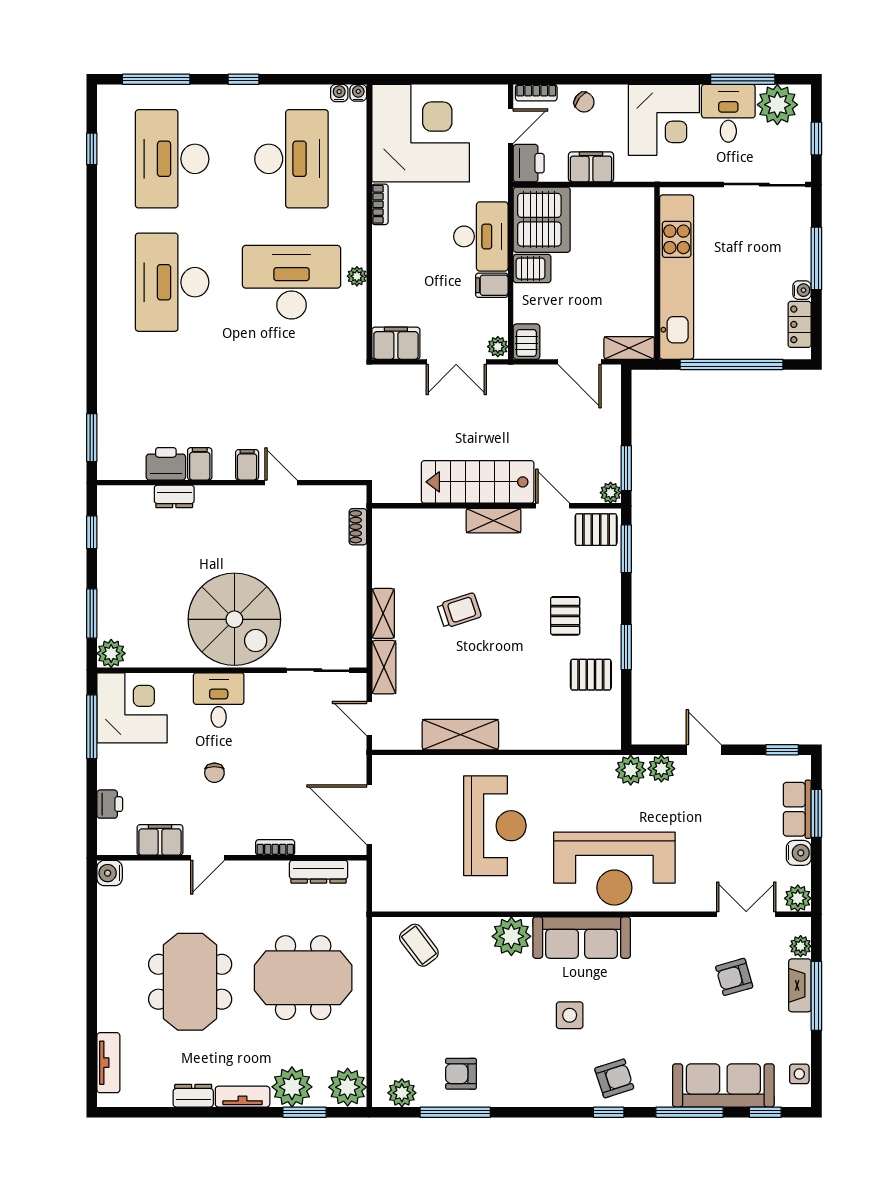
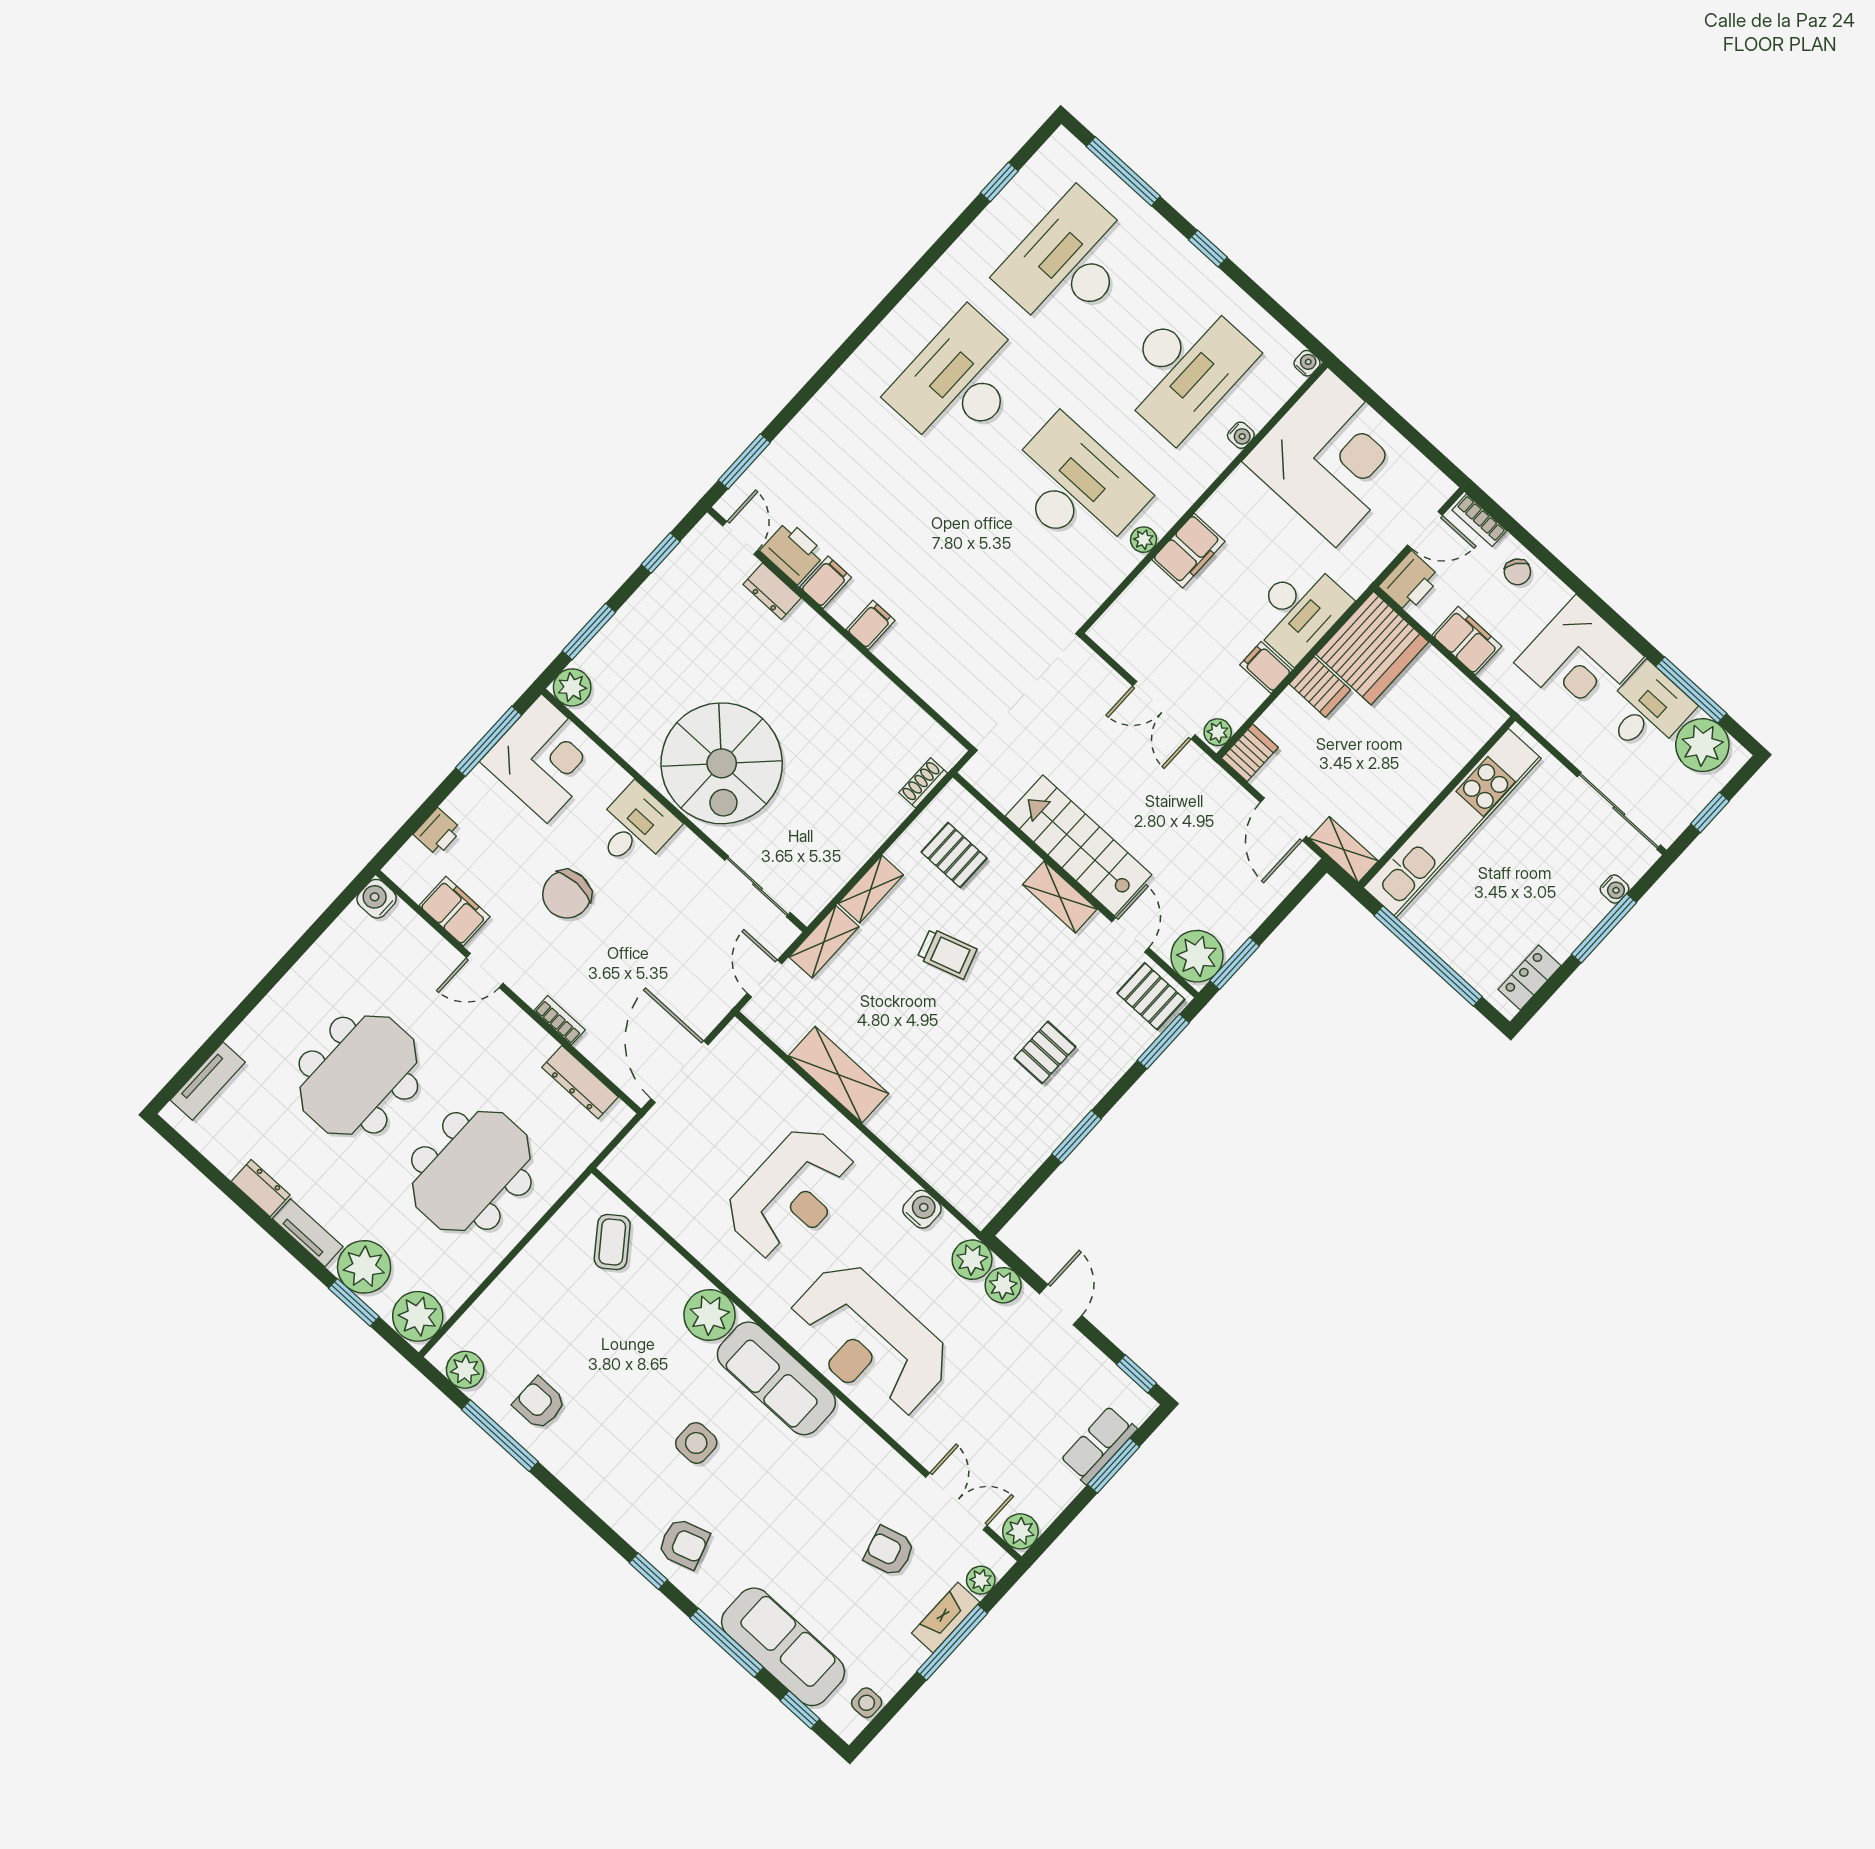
water cooler: (339, 93) -> (1241, 435), moved, turned 90
bookcase: (380, 204) -> (1229, 490), removed
water cooler: (802, 290) -> (1615, 889), moved
filing cabinet: (396, 343) -> (1188, 551), moved, turned 90
door: (281, 483) -> (740, 538), moved
plant: (611, 493) -> (1197, 956), width x1.87, depth x1.87
pallet: (591, 675) -> (954, 855), moved
chair: (214, 773) -> (567, 894), width x1.87, depth x1.87
water cooler: (799, 853) -> (922, 1209), moved, turned -90
meeting table: (303, 978) -> (471, 1171), turned 90

